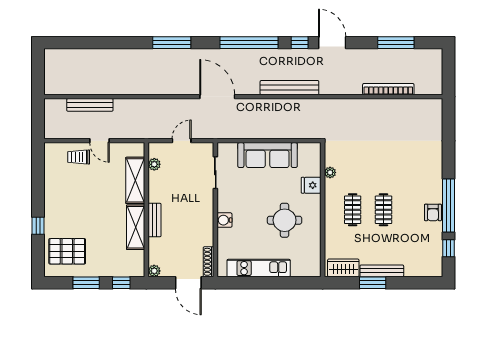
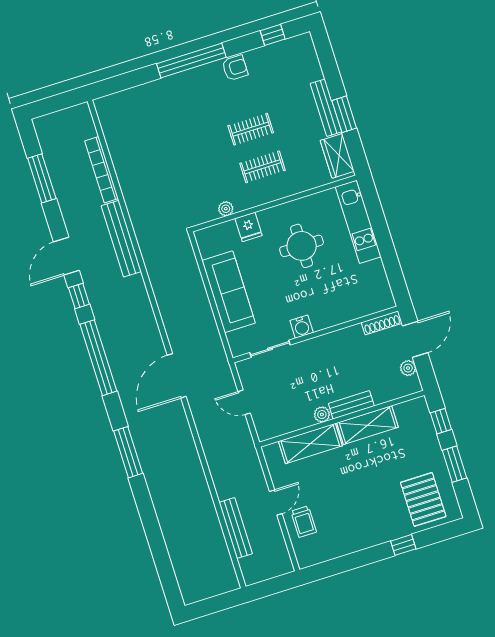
bench: (289, 88) -> (121, 239), moved
plant: (154, 164) -> (322, 414), moved
window: (449, 206) -> (191, 61), moved
water cooler: (224, 220) -> (302, 327), moved
kitchen unit: (259, 268) -> (358, 222), moved
plant: (154, 271) -> (408, 368), moved

